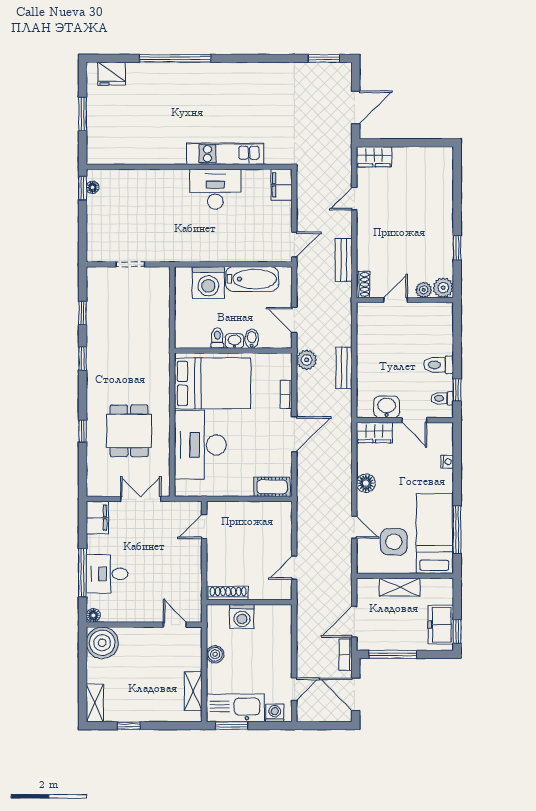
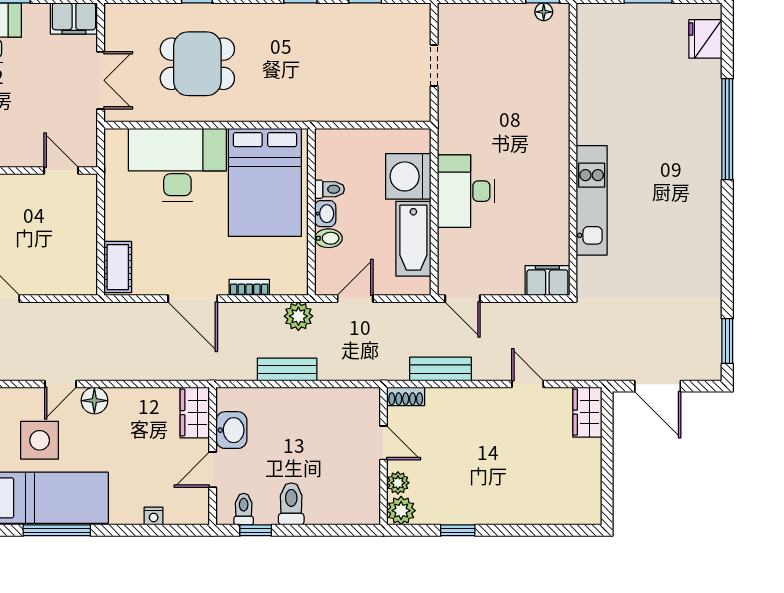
desk: (215, 189) -> (466, 191), moved, turned 180
floor lamp: (366, 483) -> (94, 401), moved

